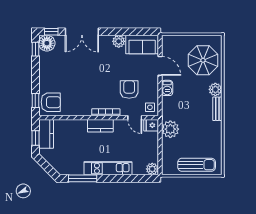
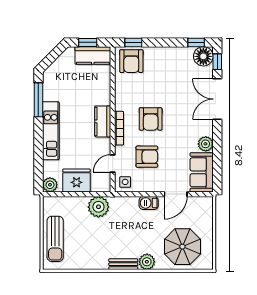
armchair: (98, 86) -> (151, 119), added
fridge: (151, 125) -> (77, 180), moved, width x1.88, depth x1.34

